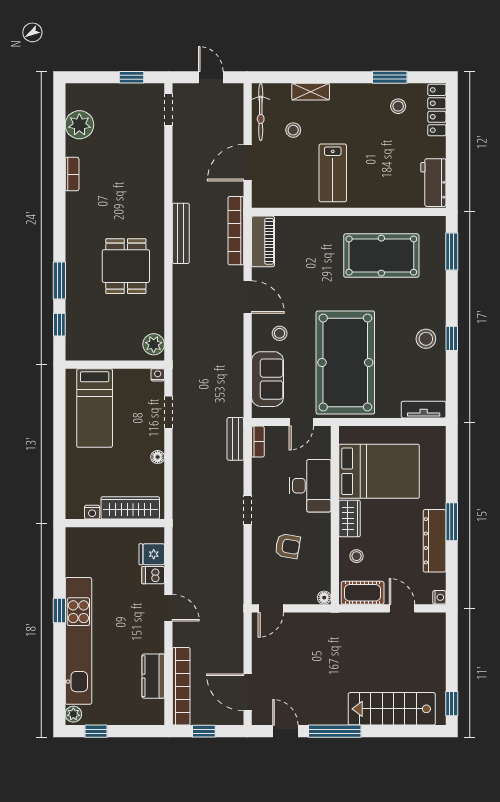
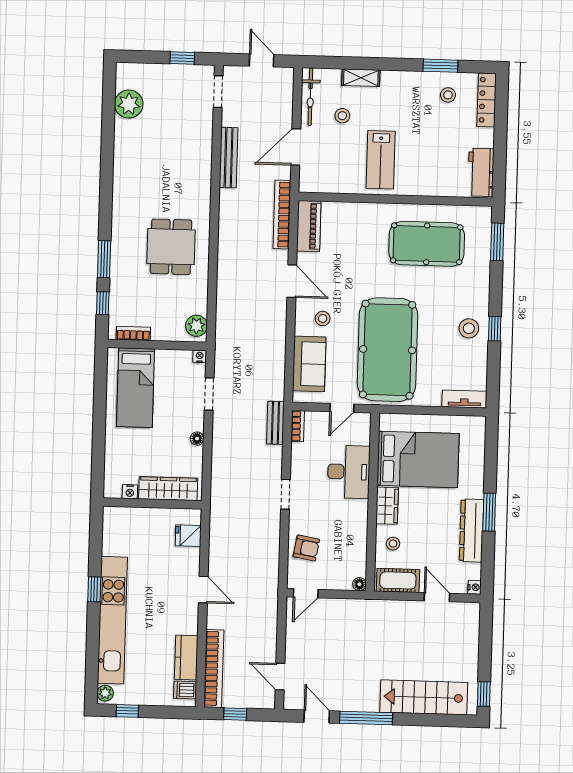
bookcase: (72, 174) -> (133, 333), moved, turned -90
bench: (181, 233) -> (229, 158), moved
armchair: (288, 546) -> (306, 548), moved
dishwasher: (153, 575) -> (185, 690), moved
door: (248, 692) -> (280, 677), width x0.73

